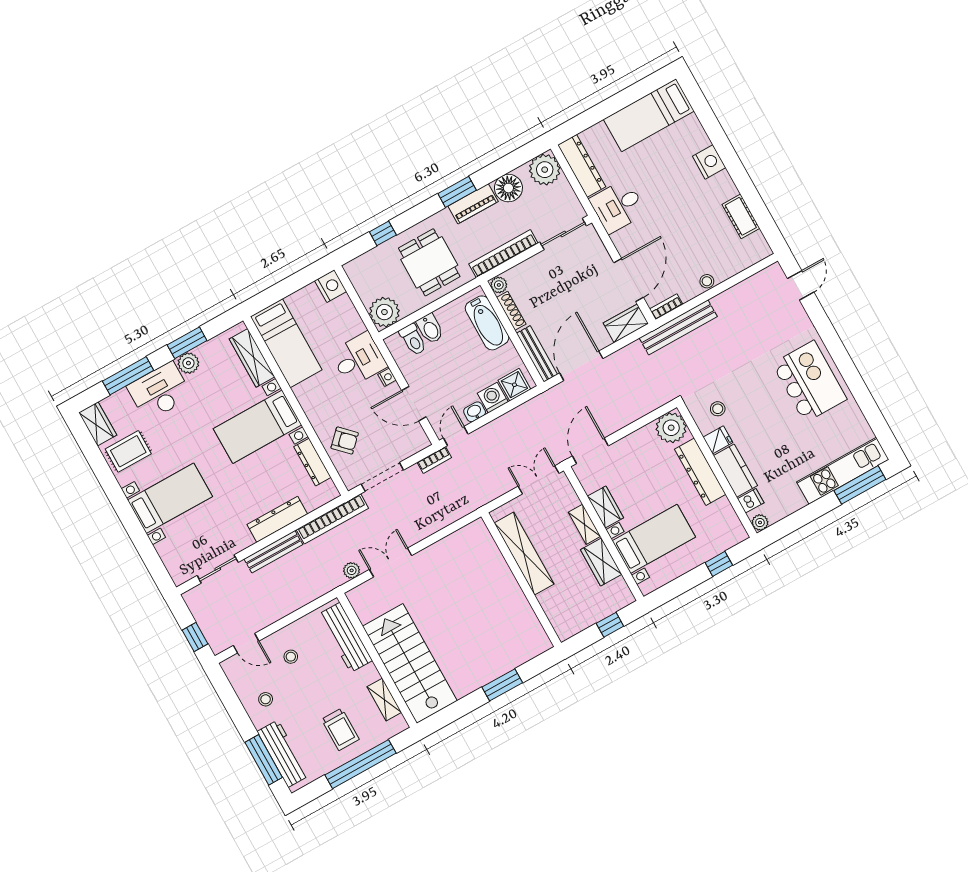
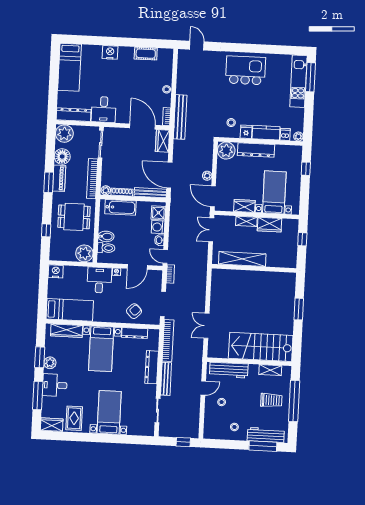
desk: (159, 391) -> (55, 385), width x0.73
plant: (352, 570) -> (207, 176), moved
door: (246, 643) -> (203, 388), moved

